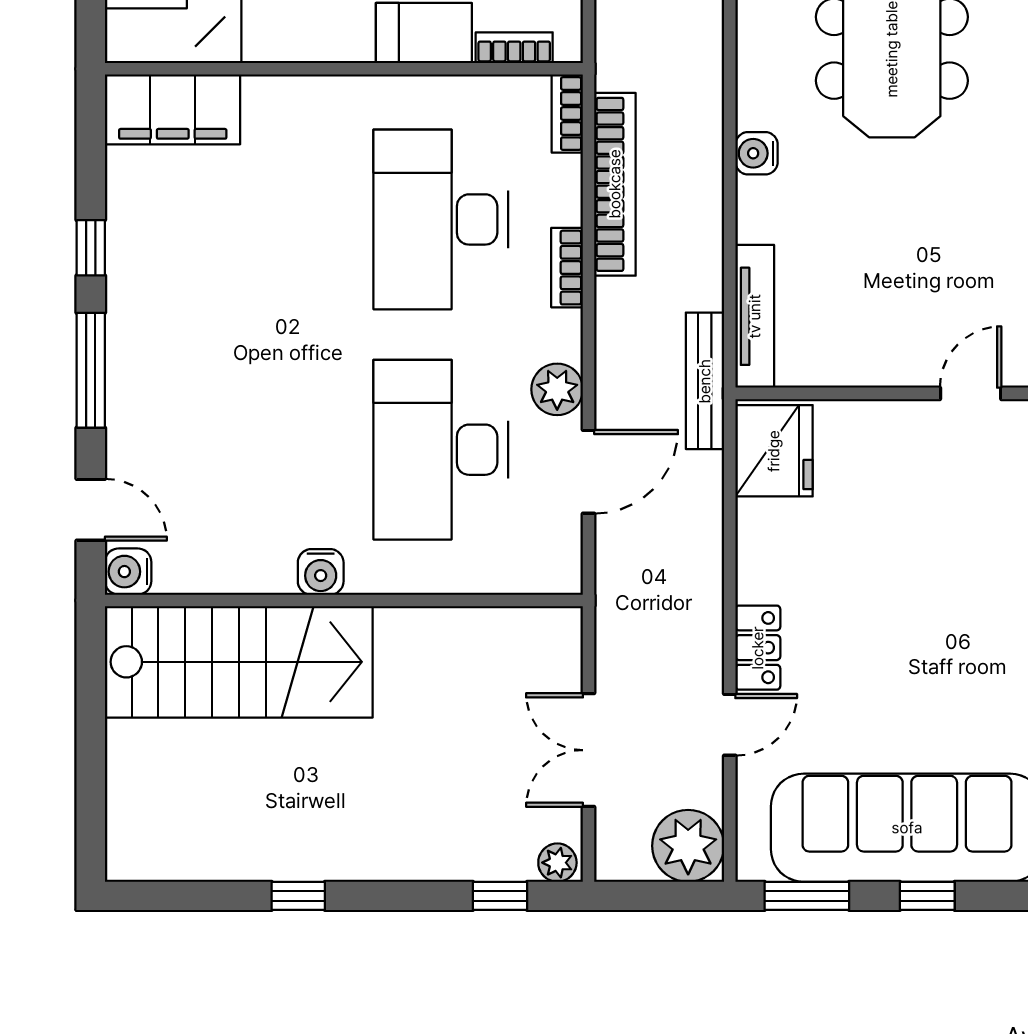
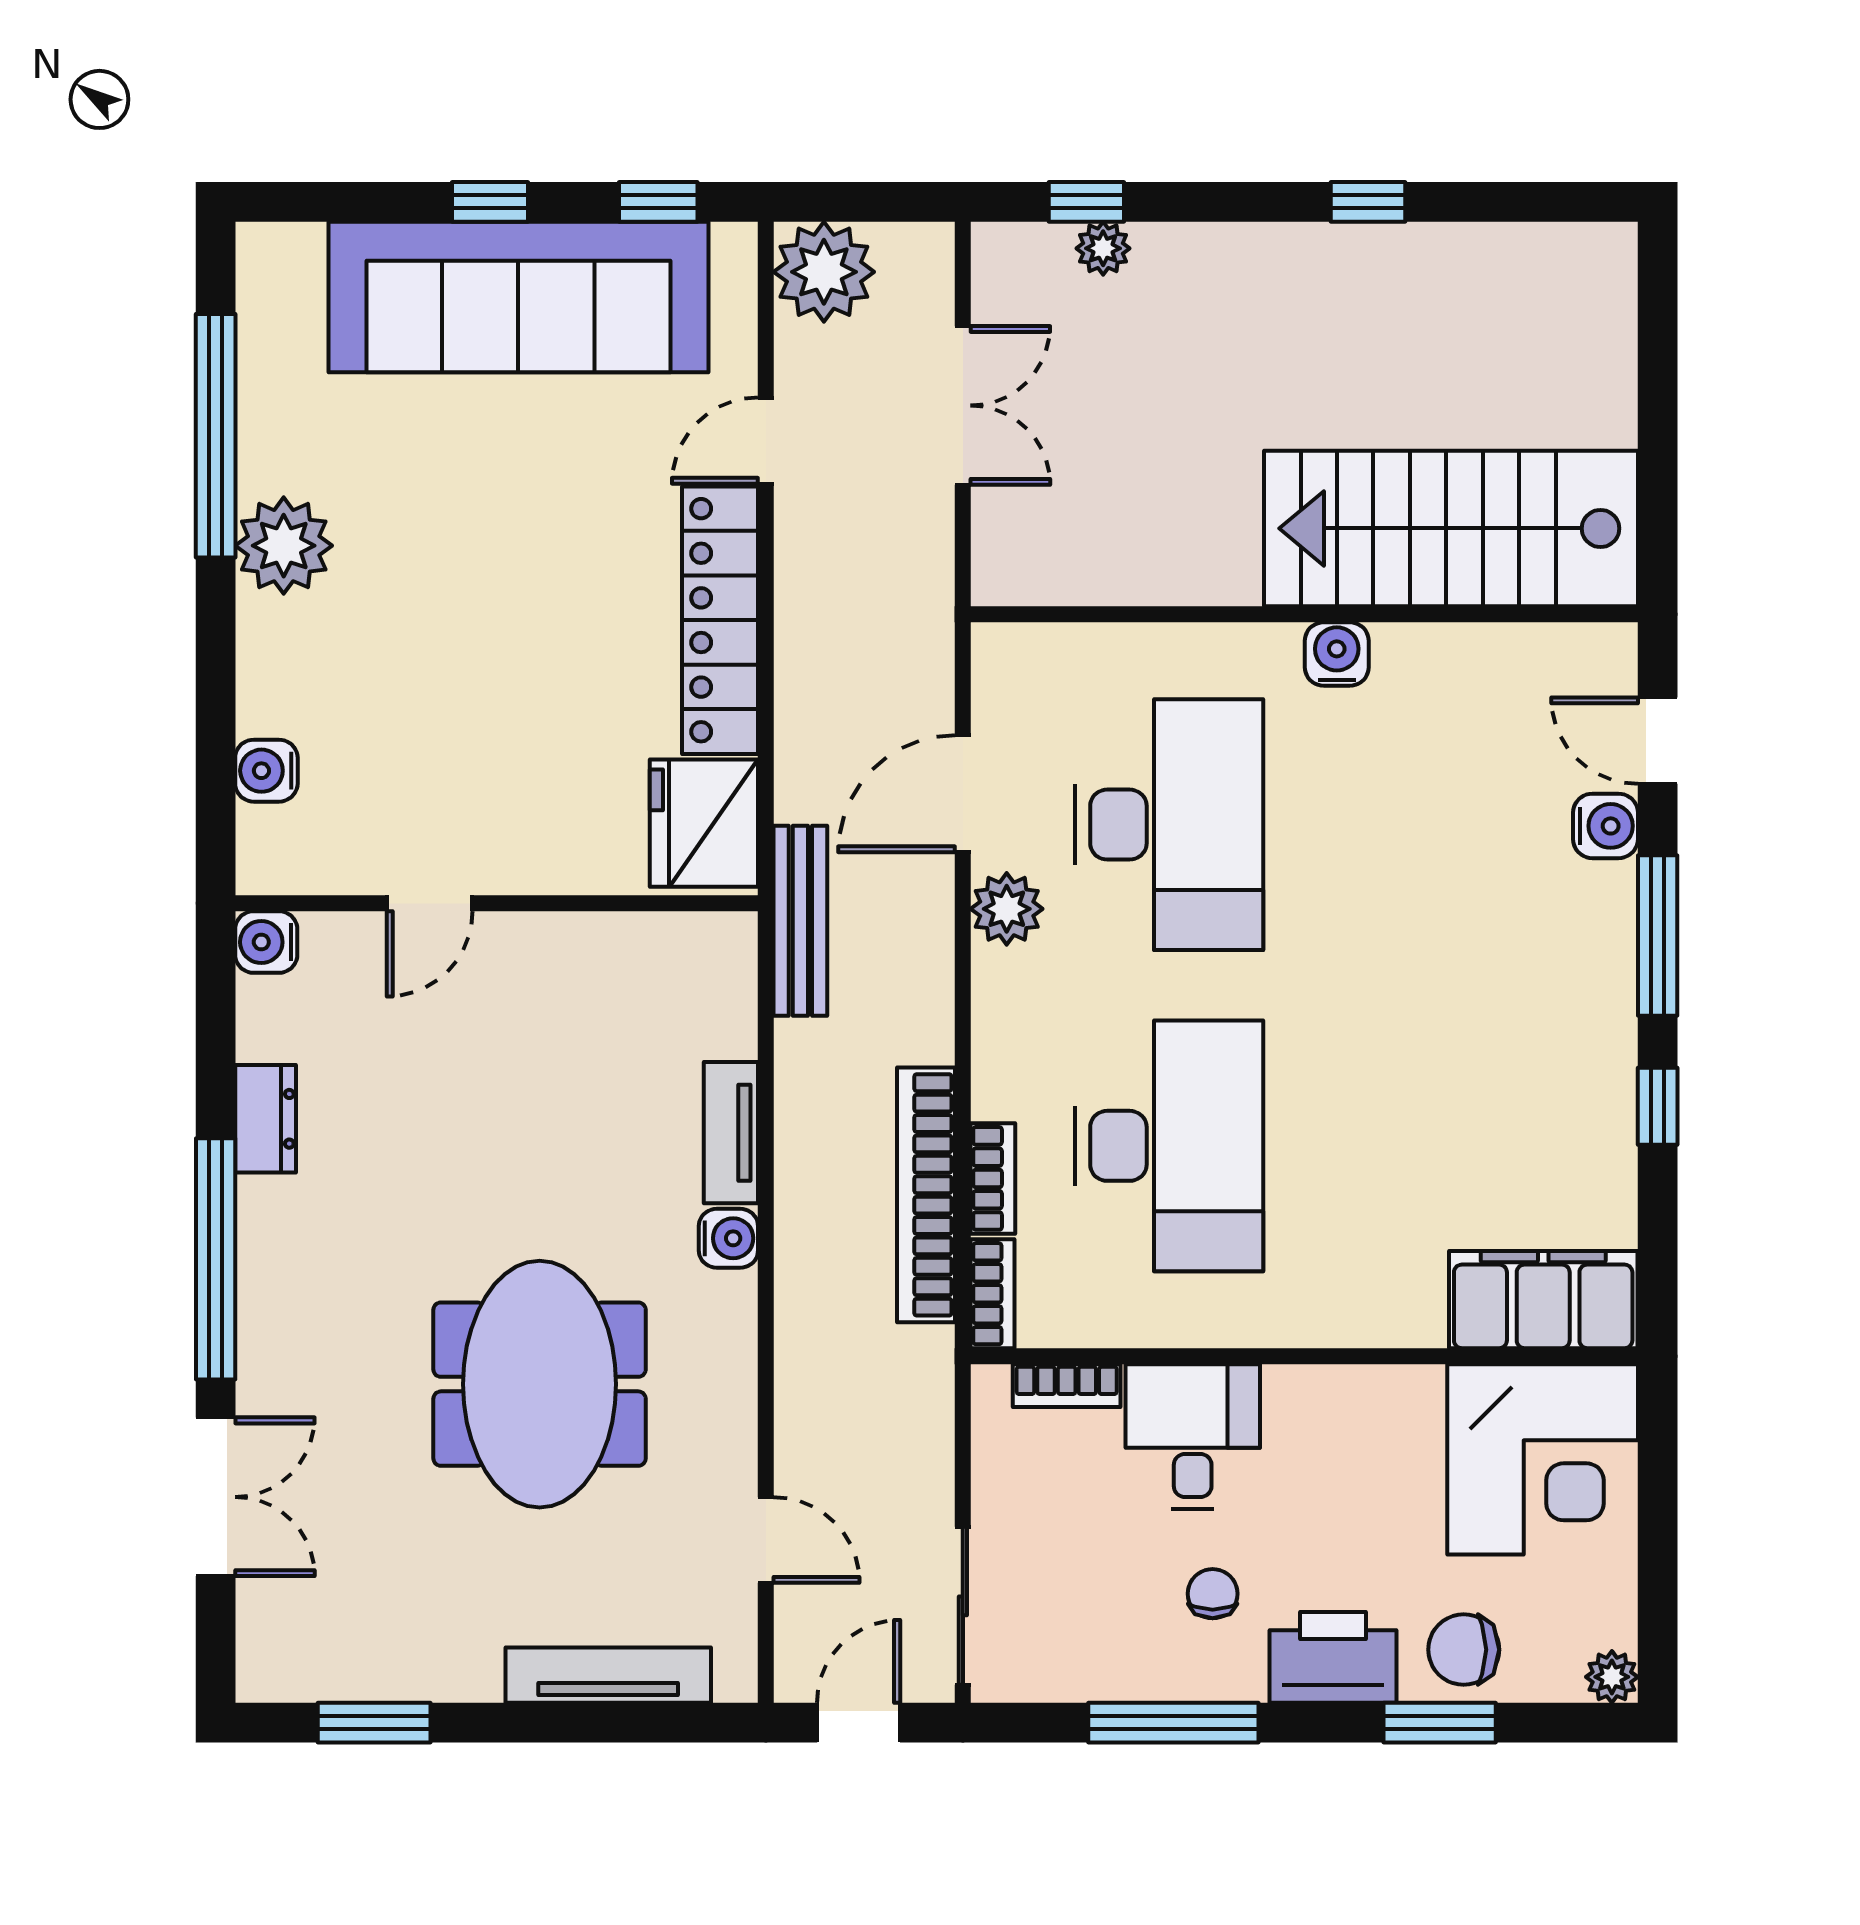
bookcase: (567, 268) -> (993, 1178), moved
tv unit: (755, 316) -> (731, 1133), moved, width x0.71
water cooler: (128, 572) -> (1605, 826), moved
locker: (758, 648) -> (720, 620), width x2.16, depth x1.21
plant: (557, 863) -> (1103, 248), moved
window: (807, 896) -> (658, 202), width x0.67

